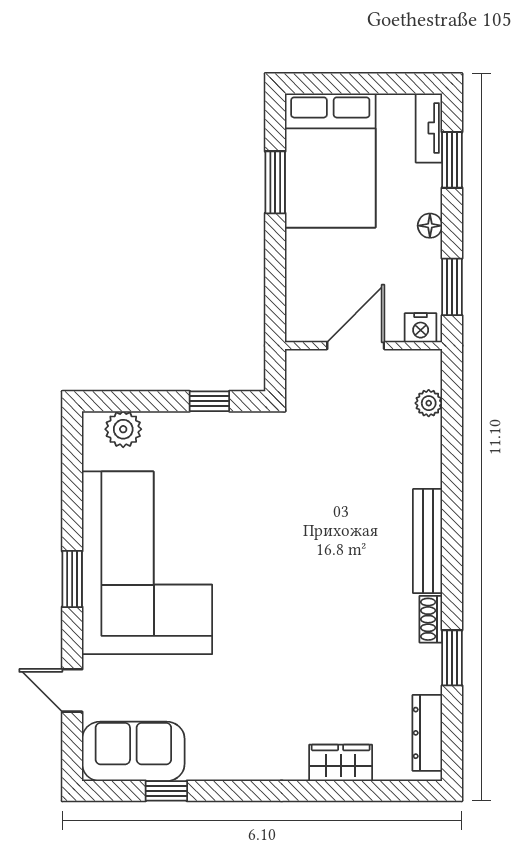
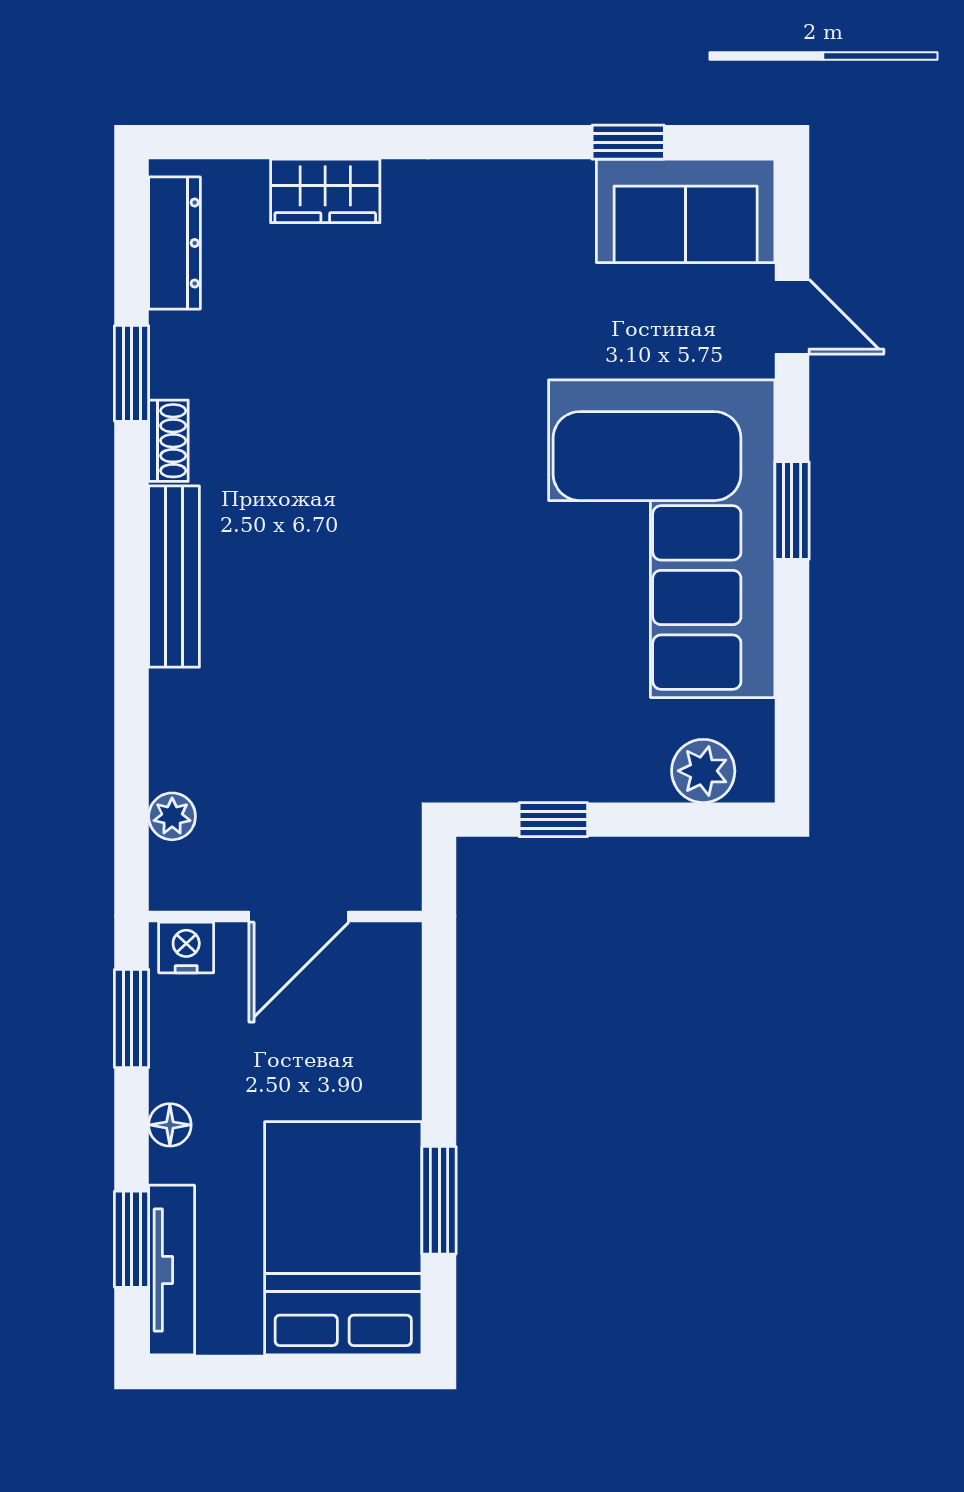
tv unit: (429, 128) -> (172, 1270), width x1.41

